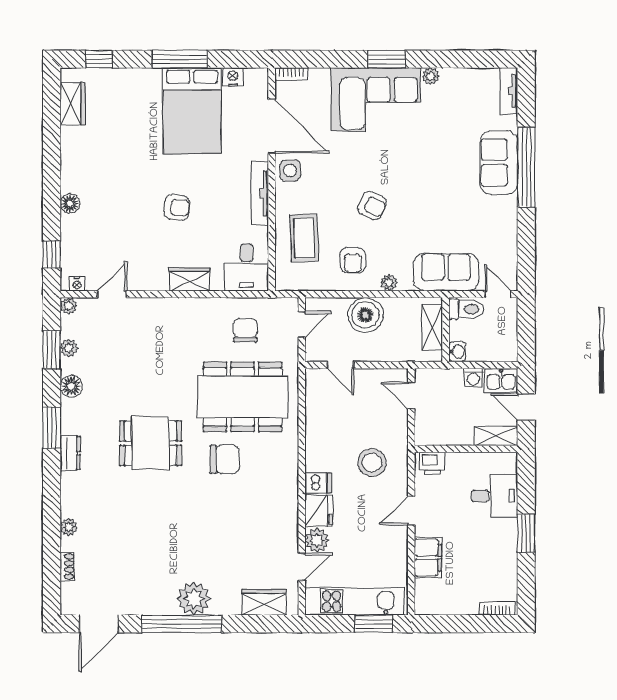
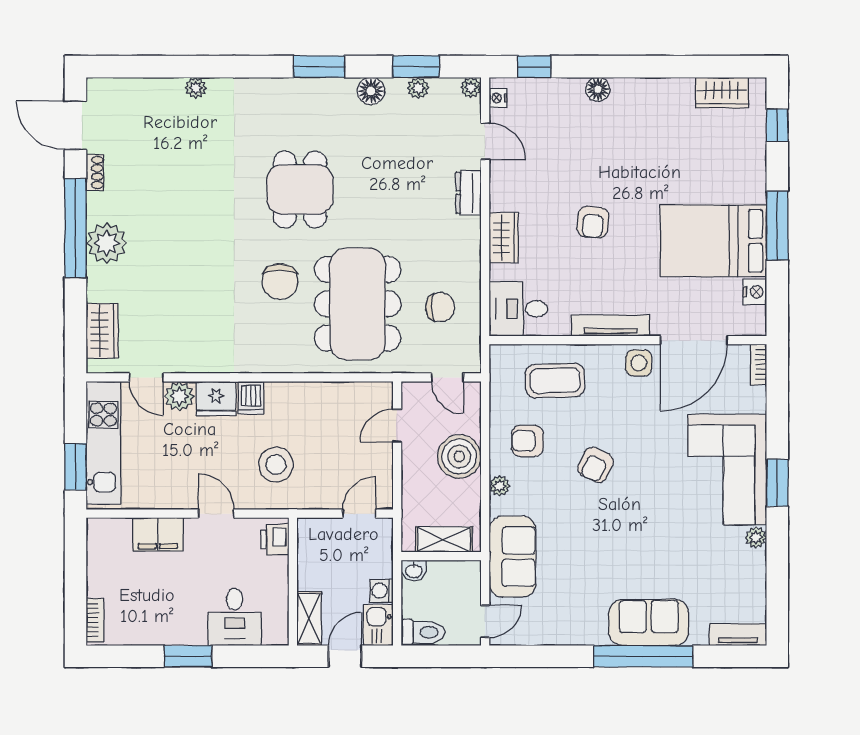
toilet: (466, 309) -> (423, 632), moved, turned -90
dresser: (70, 453) -> (469, 193), moved, turned 90
shoe rack: (67, 567) -> (95, 172), moved, turned -90

